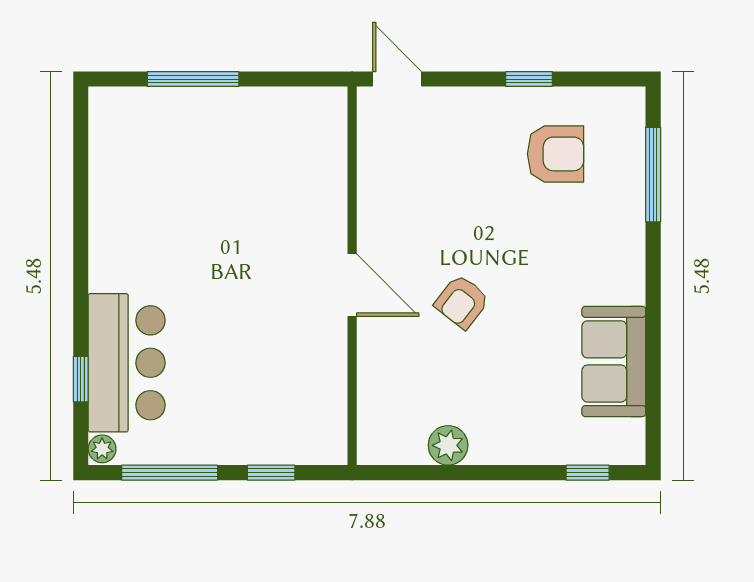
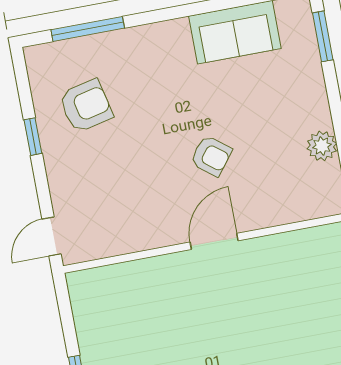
armchair: (556, 154) -> (86, 106), turned 77
window: (588, 473) -> (323, 36), width x1.50

